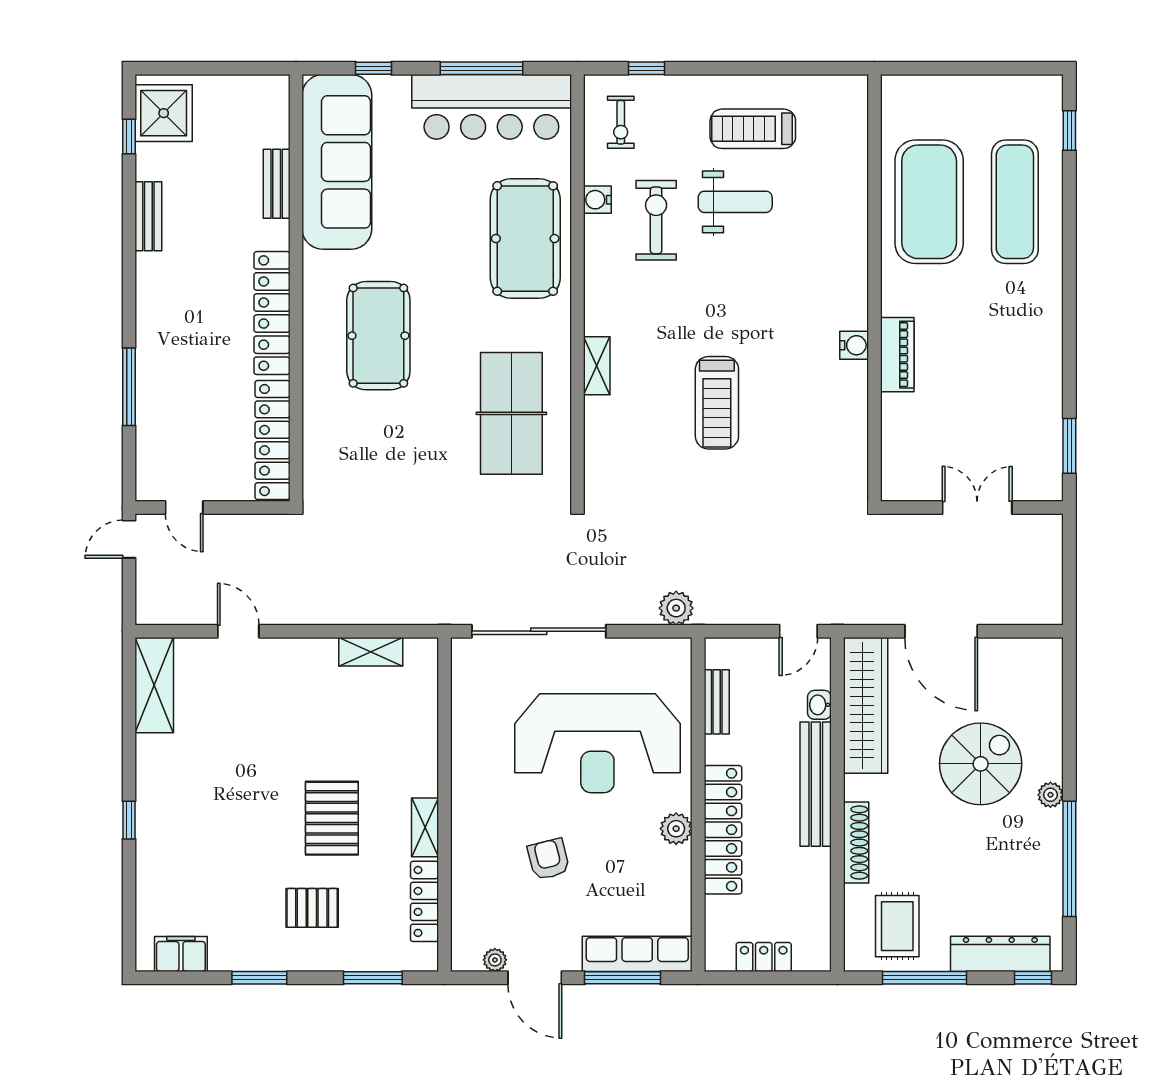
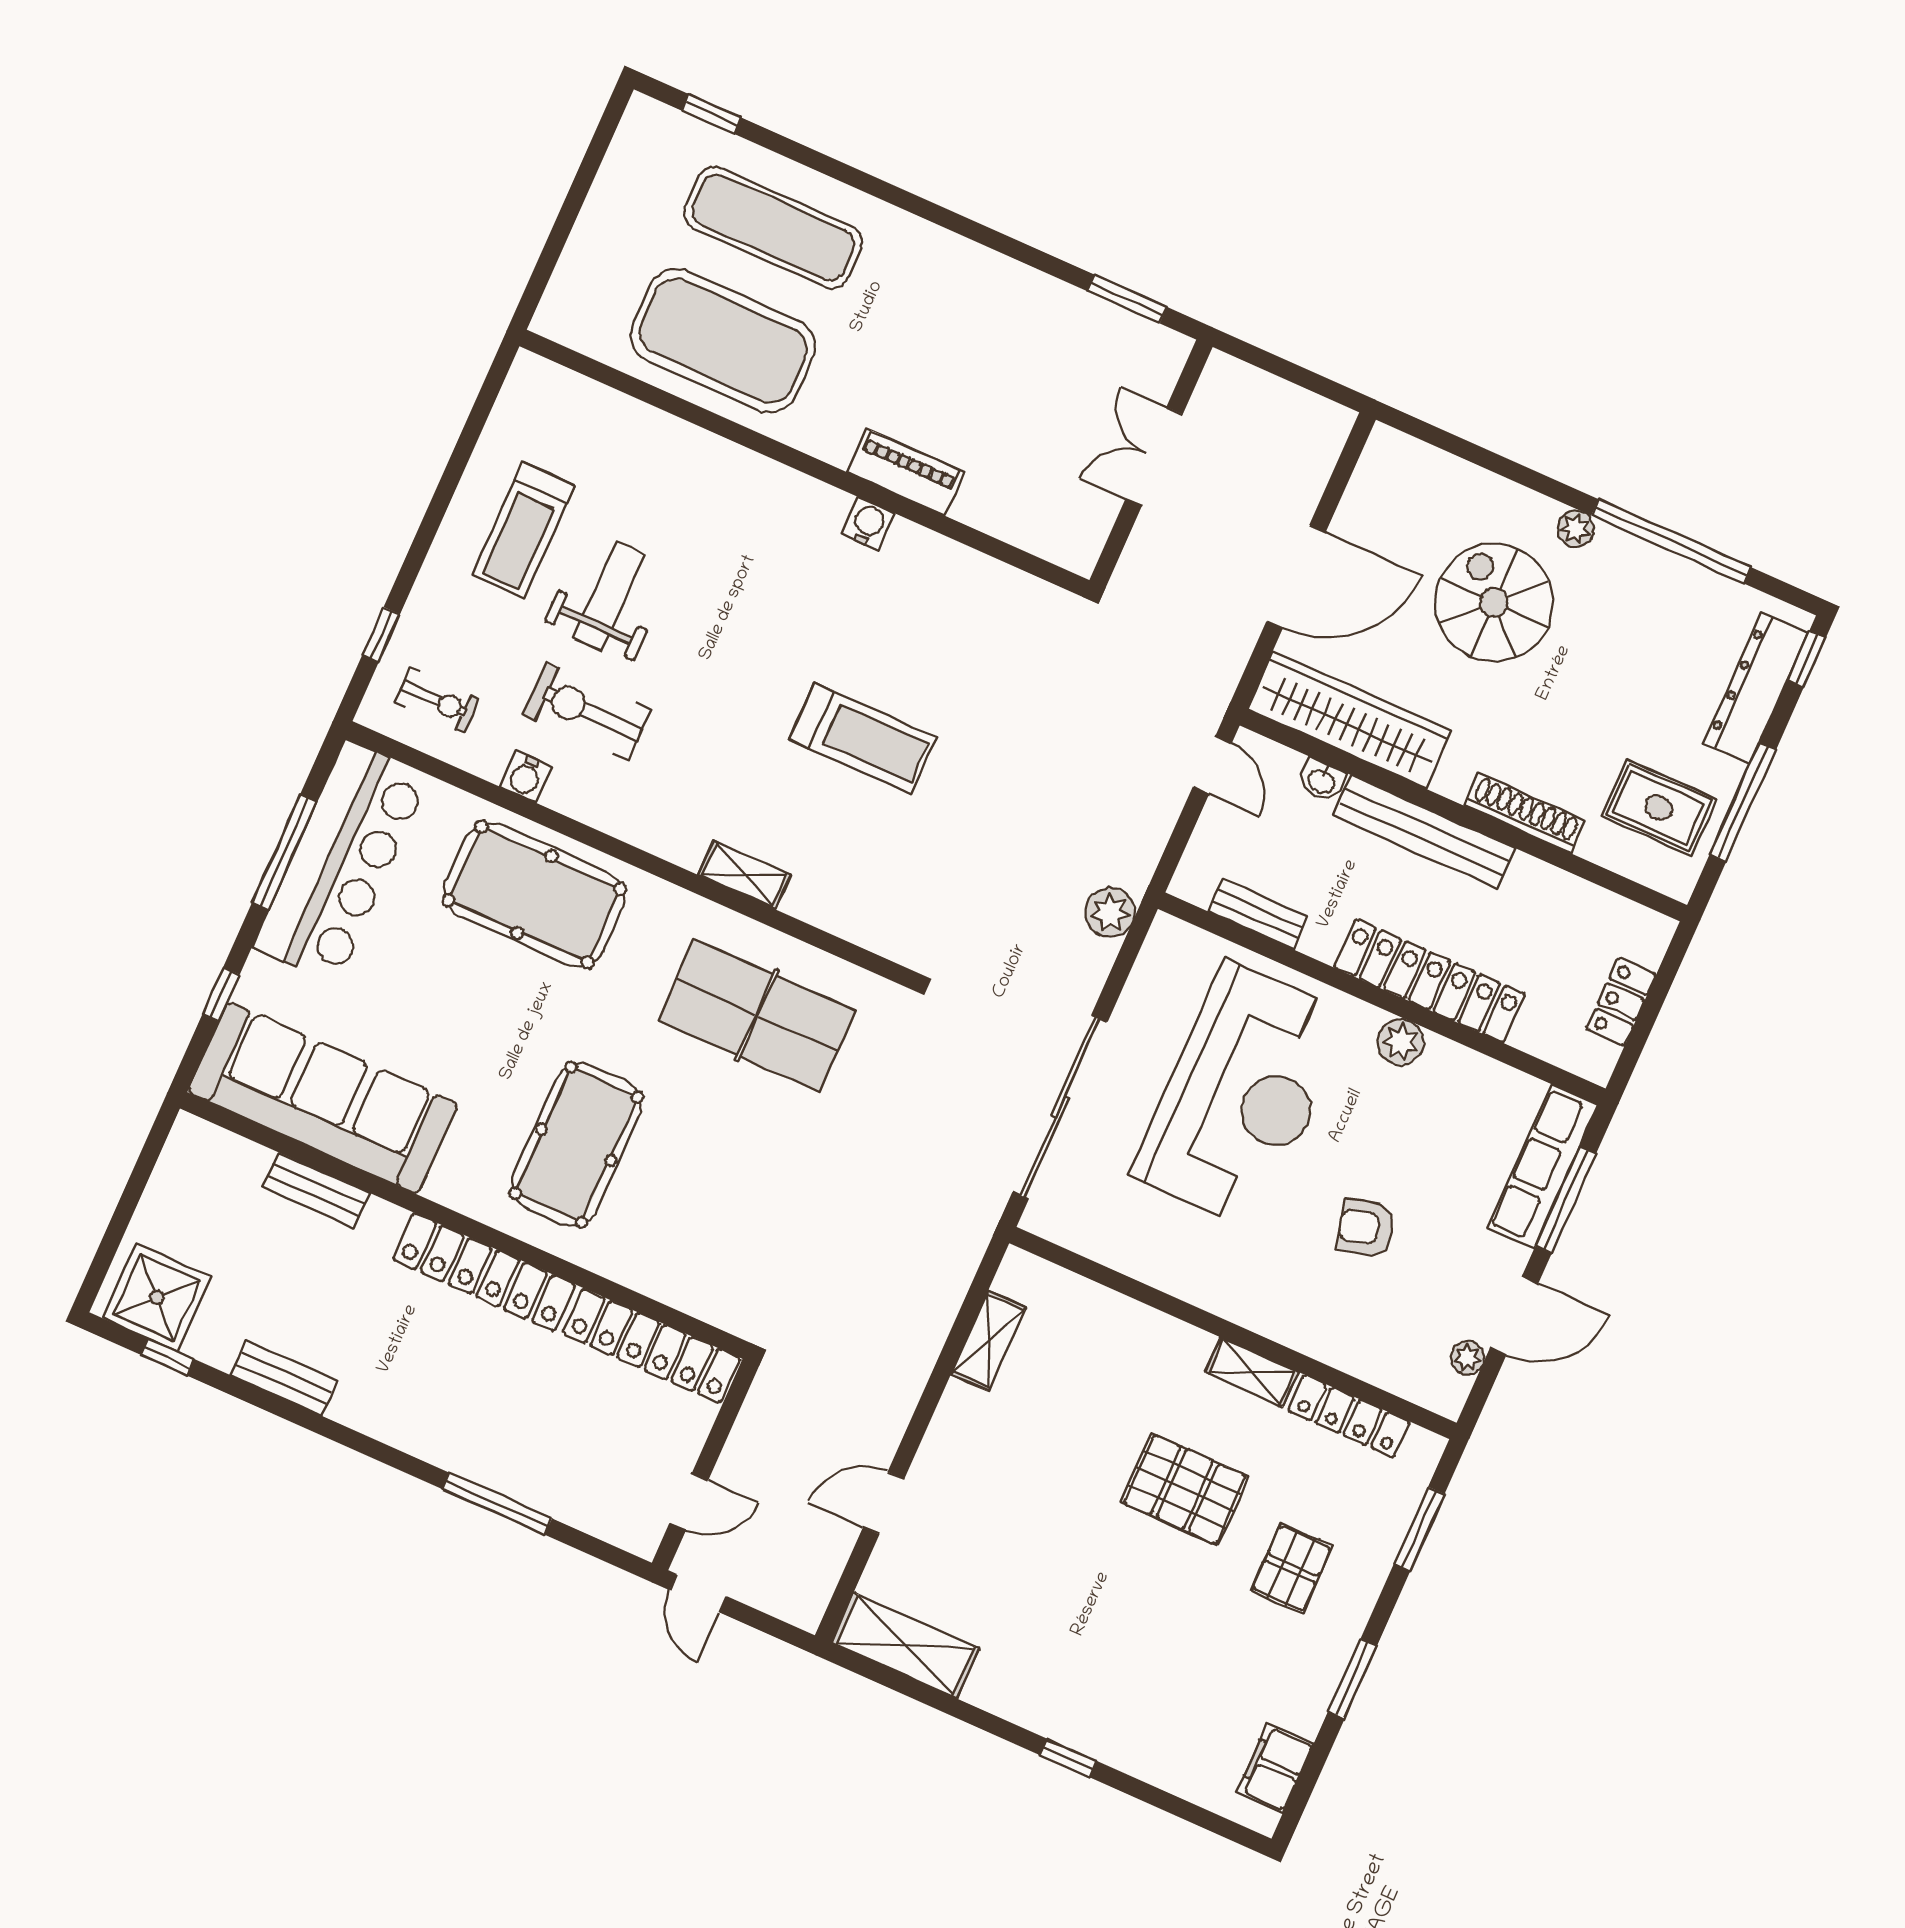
pool table: (378, 336) -> (576, 1145), turned 90

